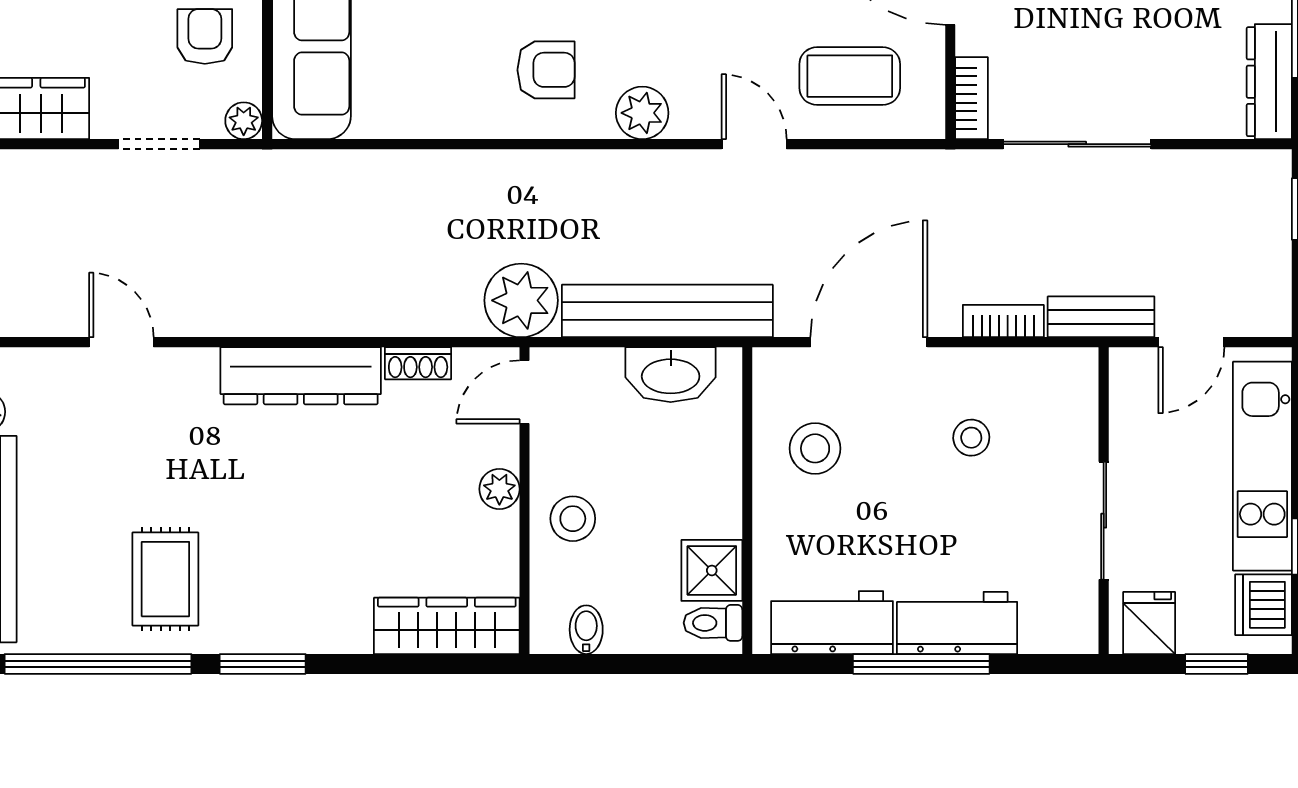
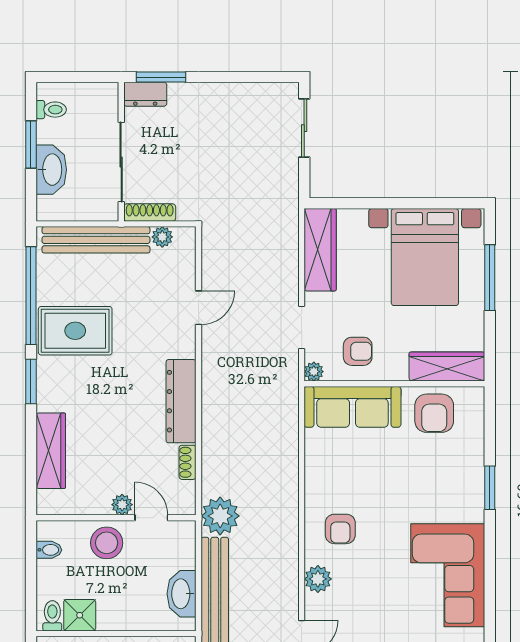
door: (524, 392) -> (151, 518), moved
stool: (573, 519) -> (107, 543), width x1.38, depth x1.38
rug: (165, 579) -> (75, 331), width x1.36, depth x1.43
wardrobe: (447, 626) -> (51, 451), moved

